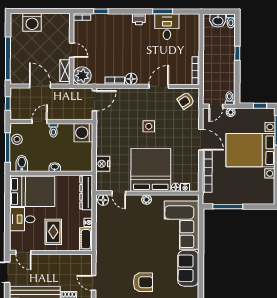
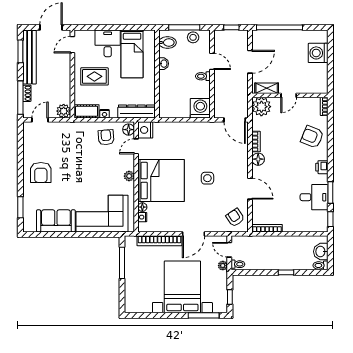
window: (101, 11) -> (330, 219), moved
armchair: (110, 28) -> (312, 137), added
nightstand: (103, 164) -> (145, 130), moved, turned -90
washbasin: (55, 167) -> (164, 64), moved
bed: (32, 191) -> (132, 54), width x0.67
armchair: (110, 221) -> (106, 137), added
plant: (86, 261) -> (64, 111), added

